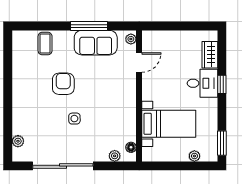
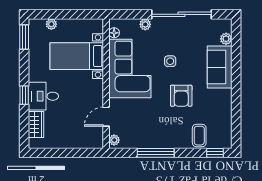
window: (29, 26) -> (215, 153), added
sofa: (96, 43) -> (220, 67), moved, turned -90
corner sofa: (115, 111) -> (130, 68), added
plant: (115, 156) -> (145, 24), moved

